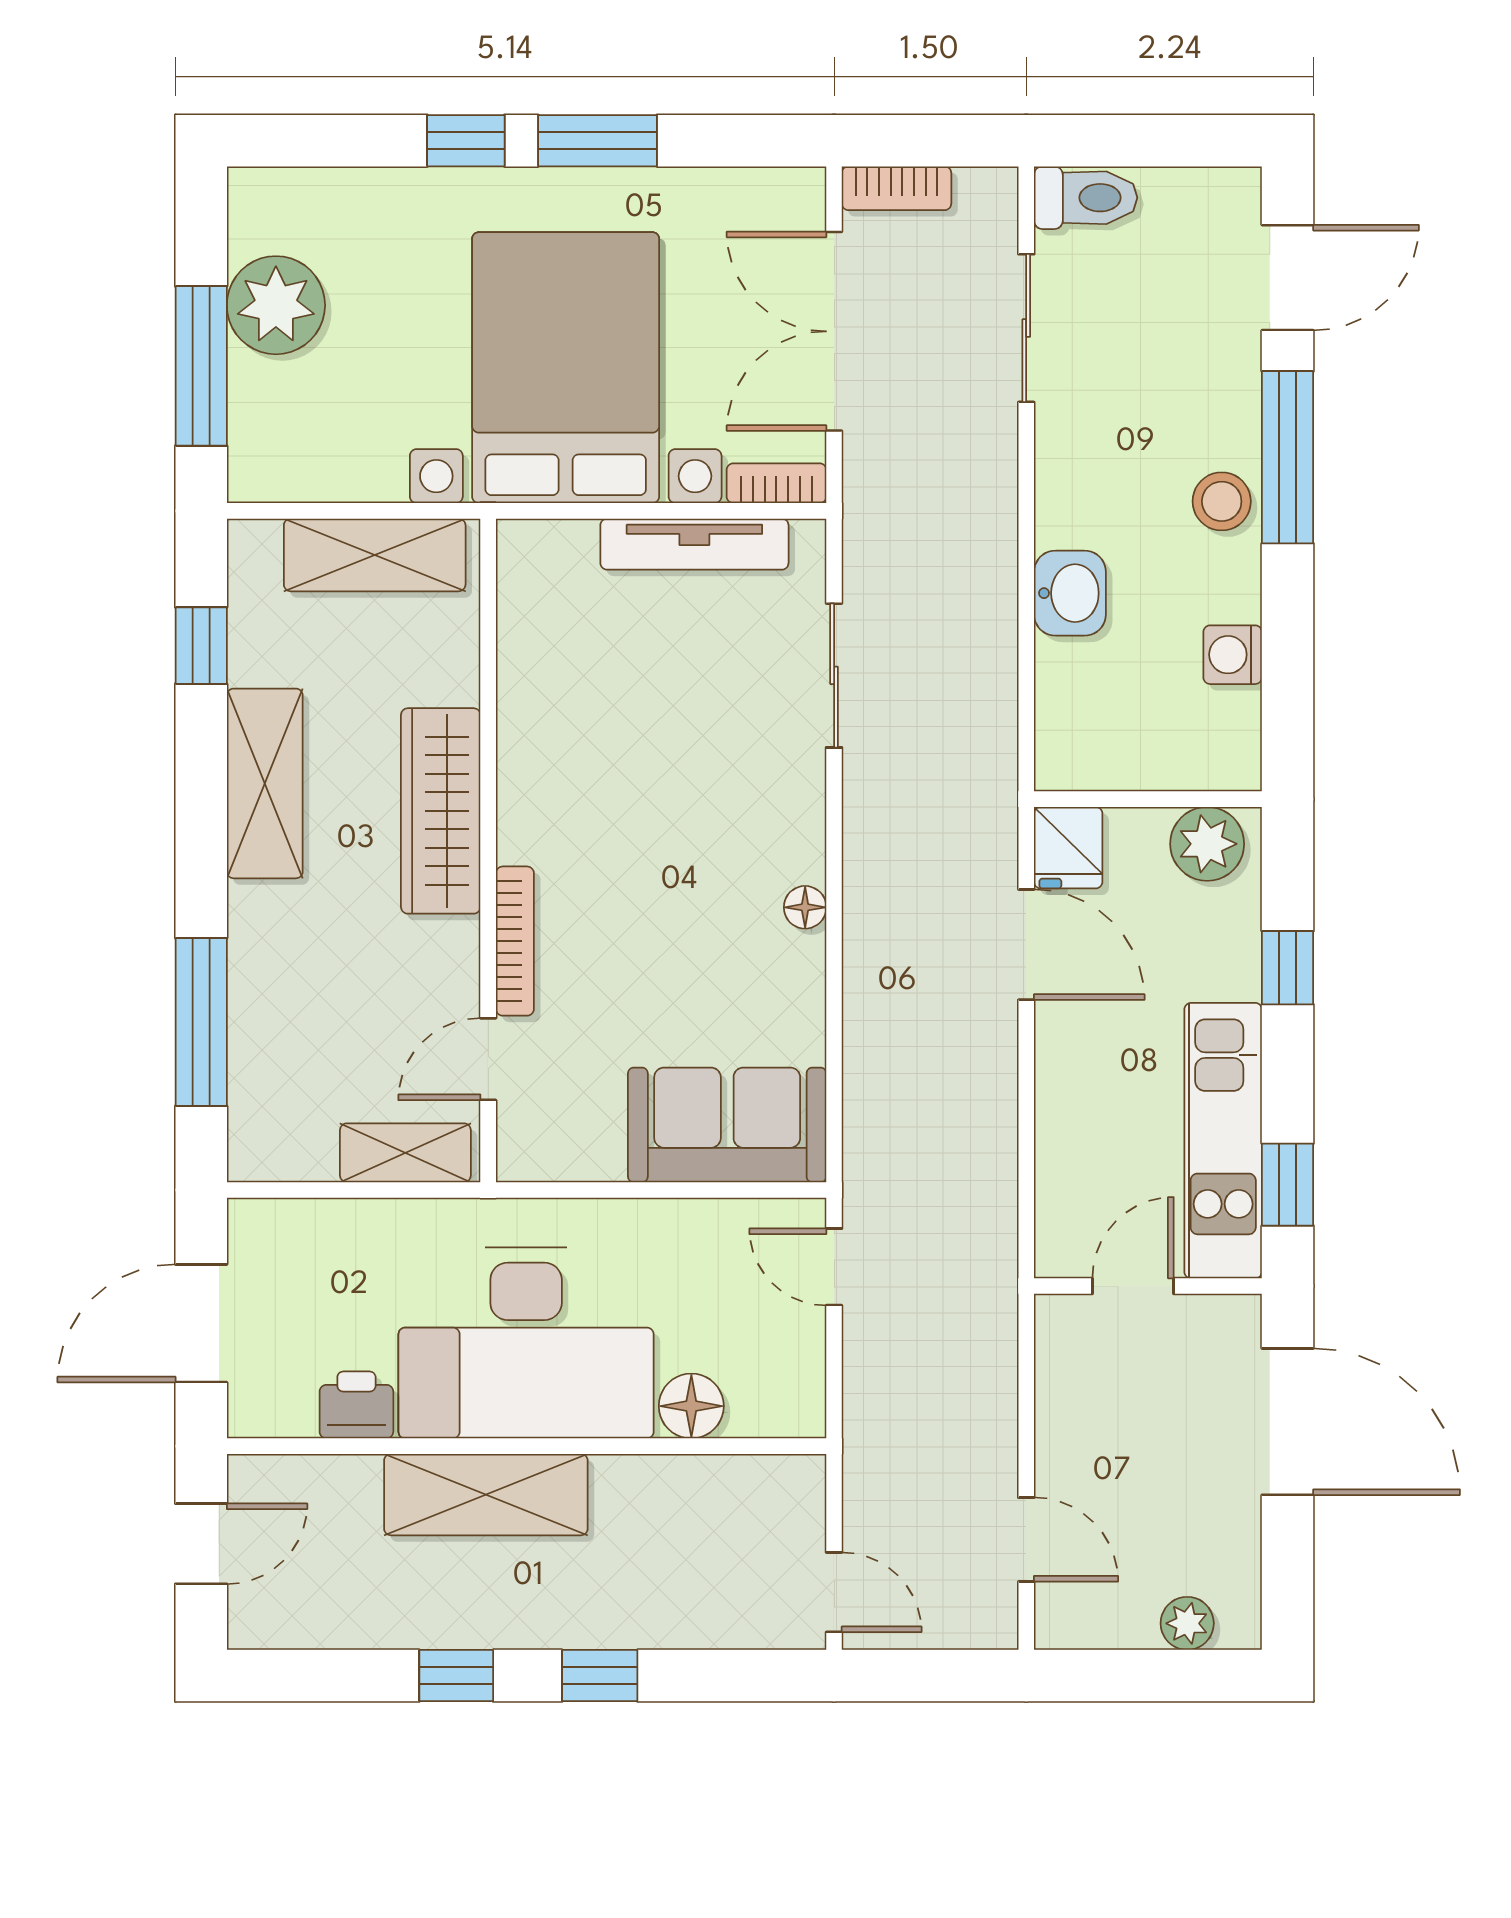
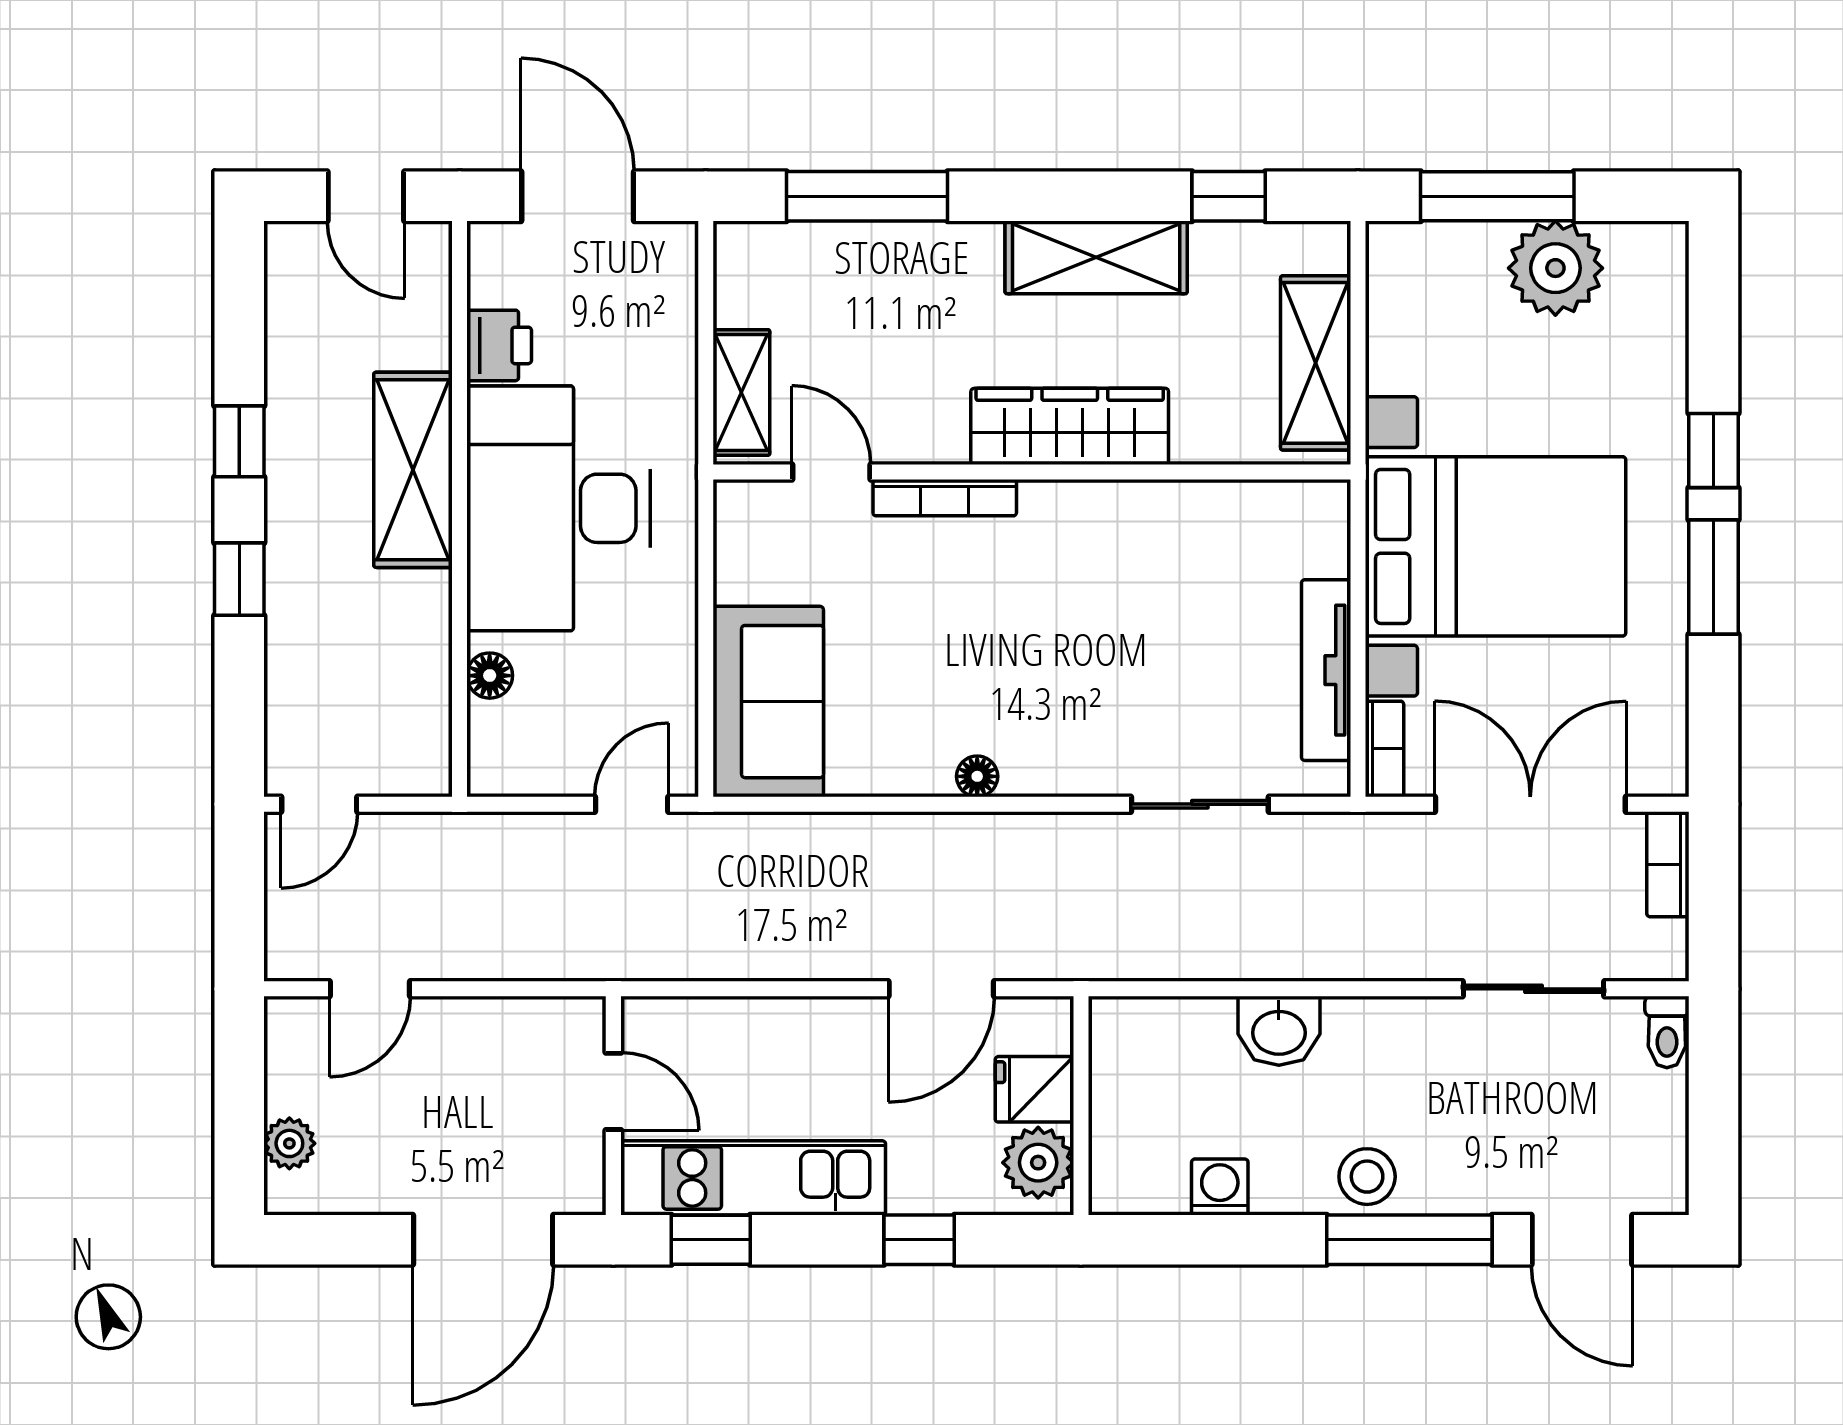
toilet: (1086, 198) -> (1667, 1032), width x0.73, depth x0.72
fridge: (1068, 848) -> (1034, 1089), moved
floor lamp: (691, 1406) -> (490, 676), width x0.73, depth x0.73

